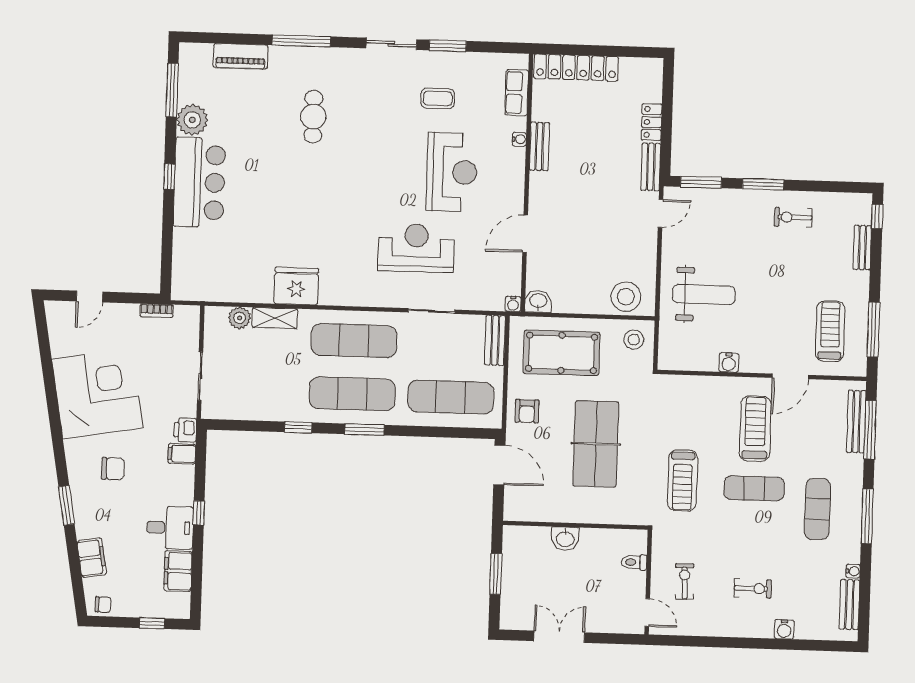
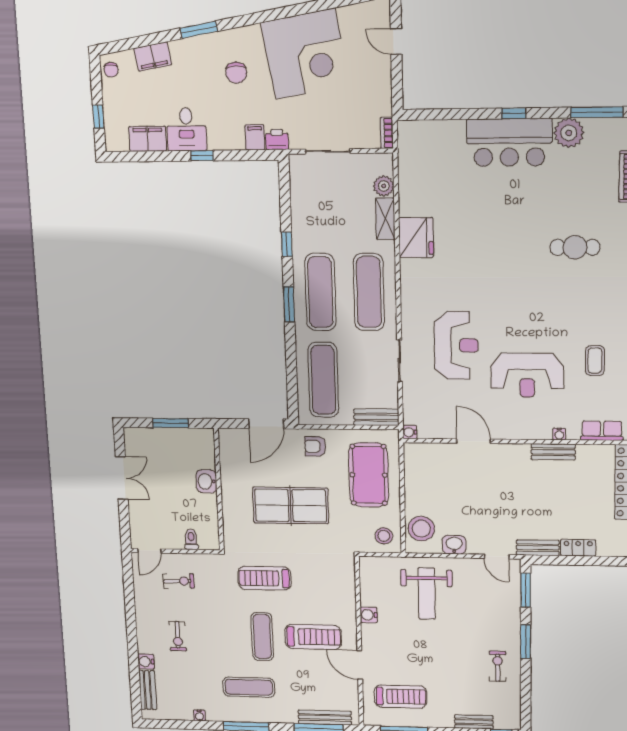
washbasin: (538, 301) -> (454, 545), moved, turned -90
bookcase: (157, 311) -> (387, 133), moved
bench: (849, 605) -> (148, 690), moved, turned 90

